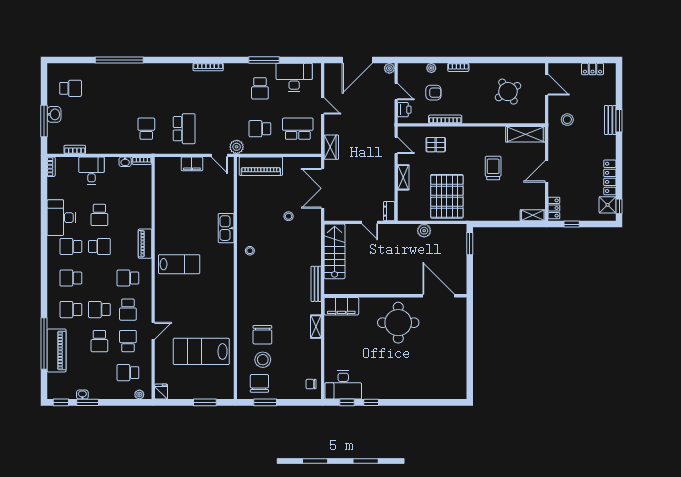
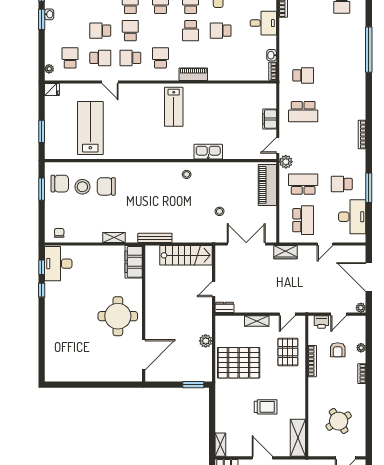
school desk: (260, 129) -> (303, 184), width x1.85
pallet: (436, 145) -> (288, 352), width x1.50, depth x1.42

